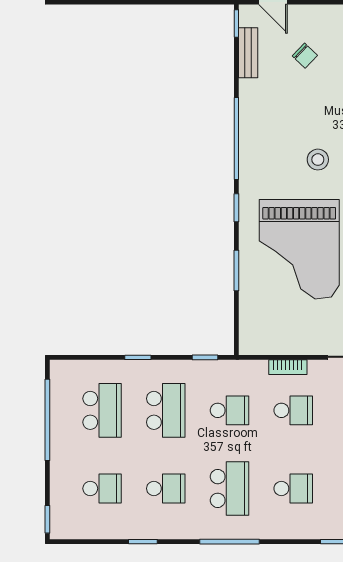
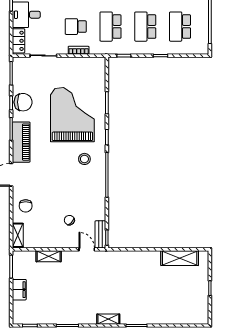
bench: (248, 53) -> (100, 234), moved
stool: (318, 160) -> (84, 159), moved
school desk: (230, 410) -> (110, 27), width x1.85

